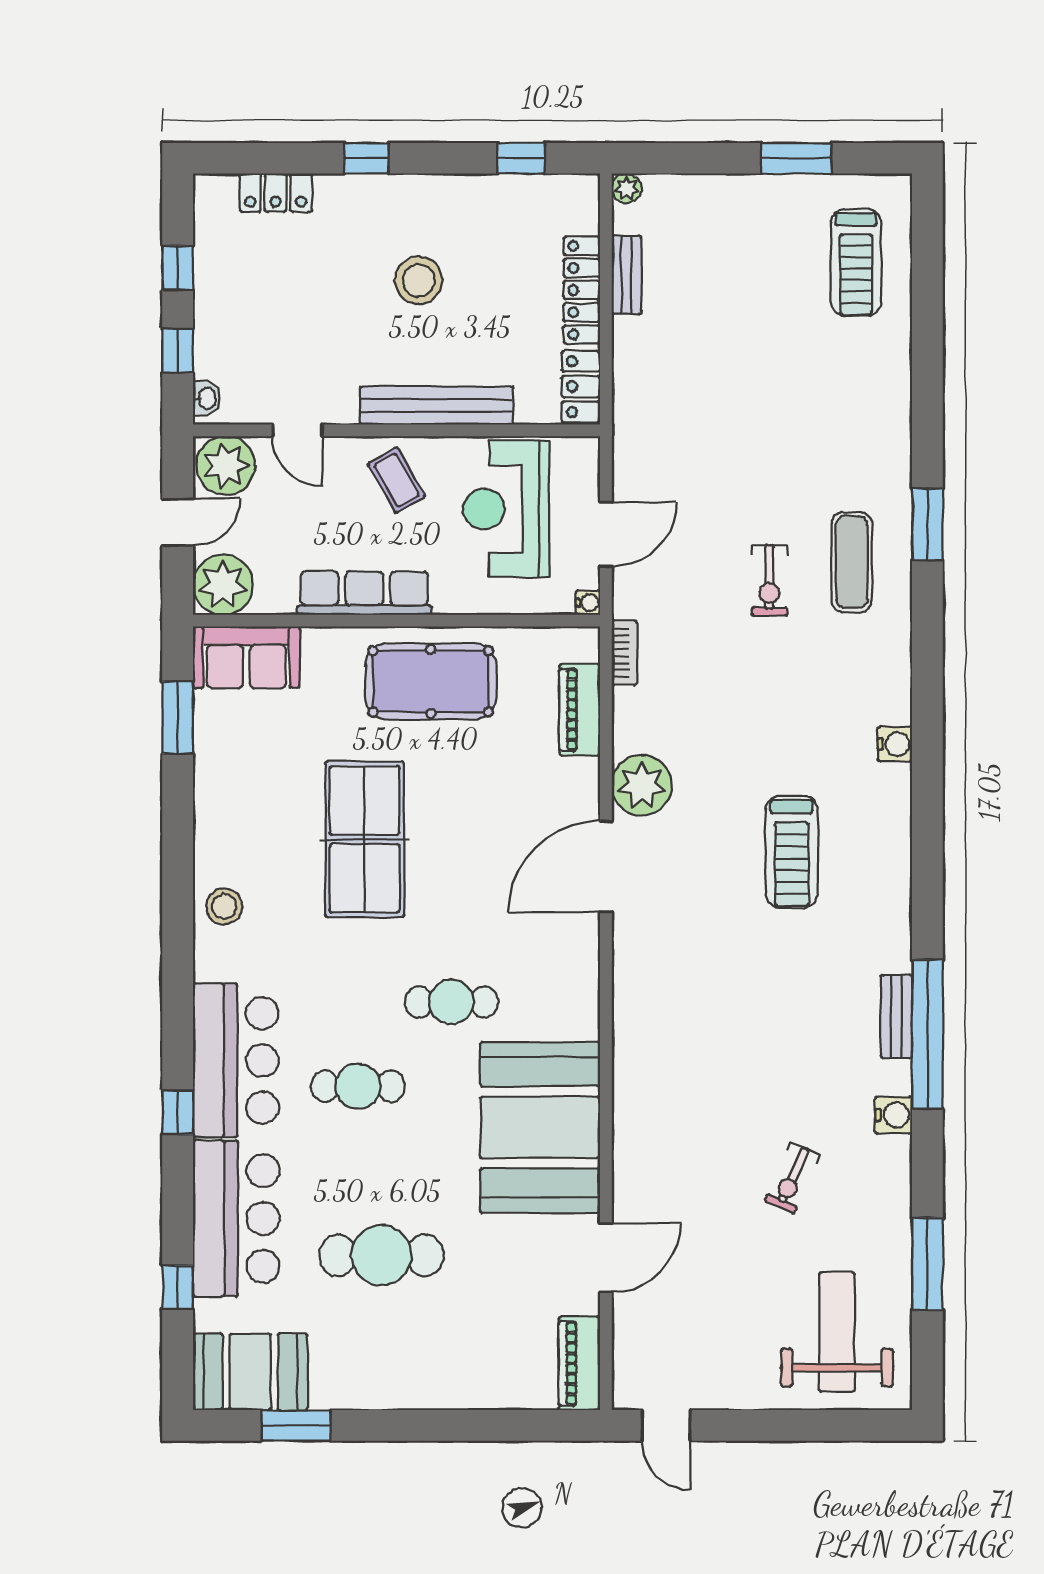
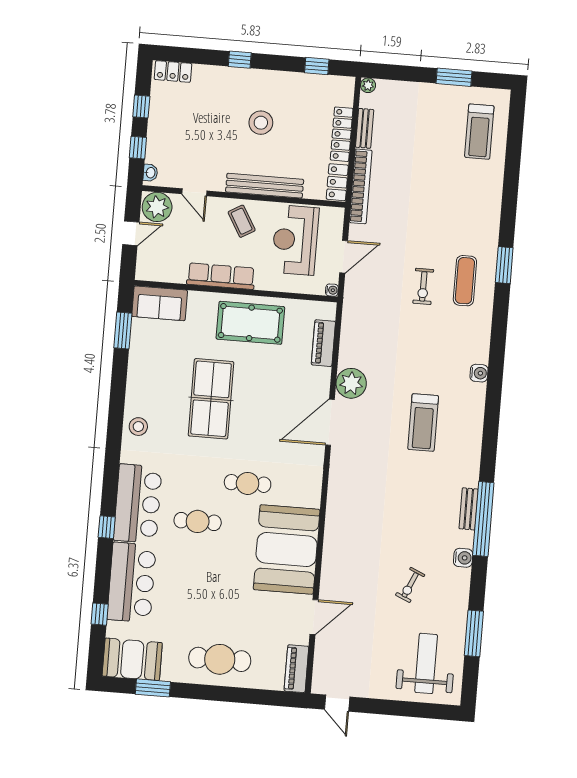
locker: (276, 193) -> (173, 71), moved
plant: (223, 585) -> (151, 266), removed
bookcase: (624, 653) -> (361, 186), moved, width x2.31, depth x1.31
cafe table: (381, 1255) -> (220, 659), moved

